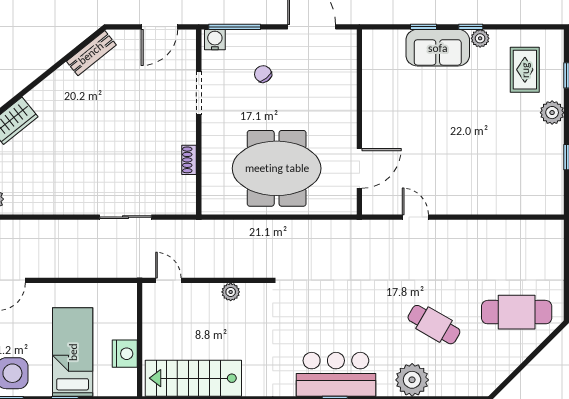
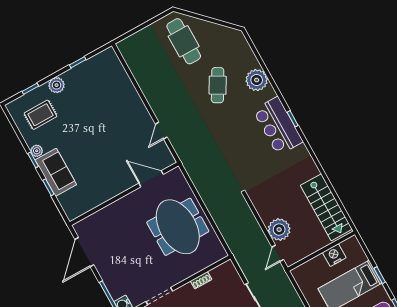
chair: (263, 74) -> (127, 265), removed
plant: (231, 292) -> (279, 230), moved, width x1.88, depth x1.88

